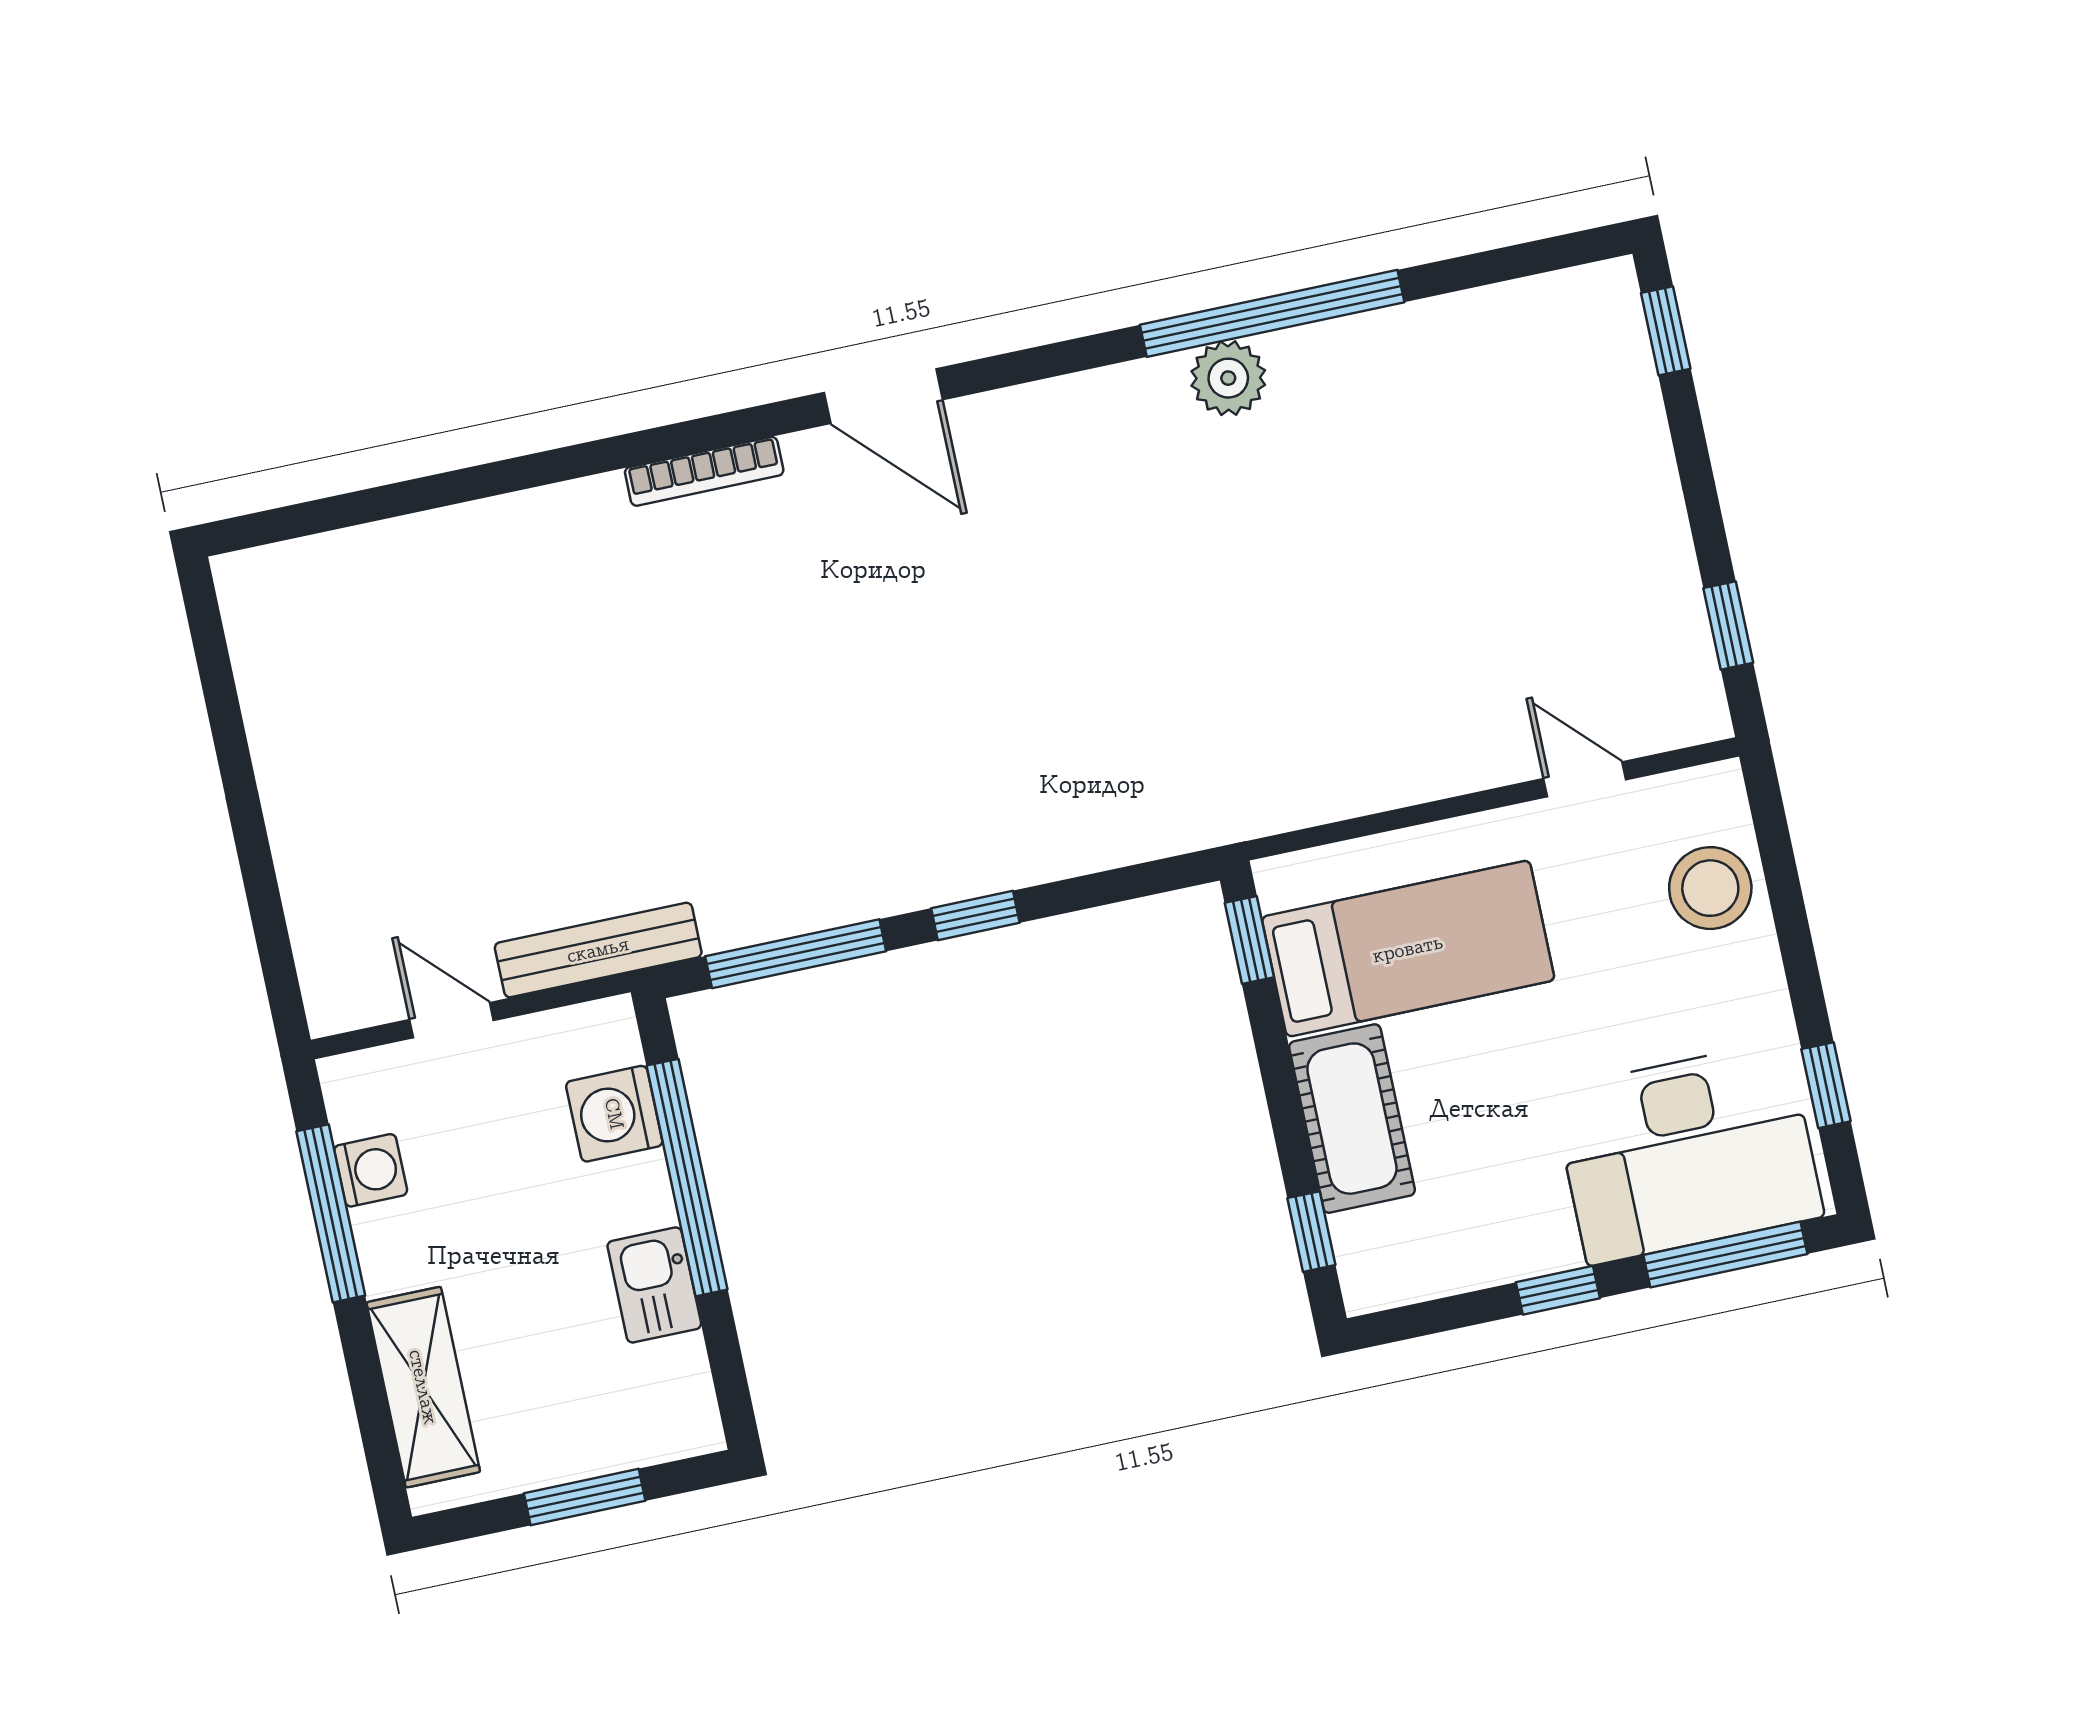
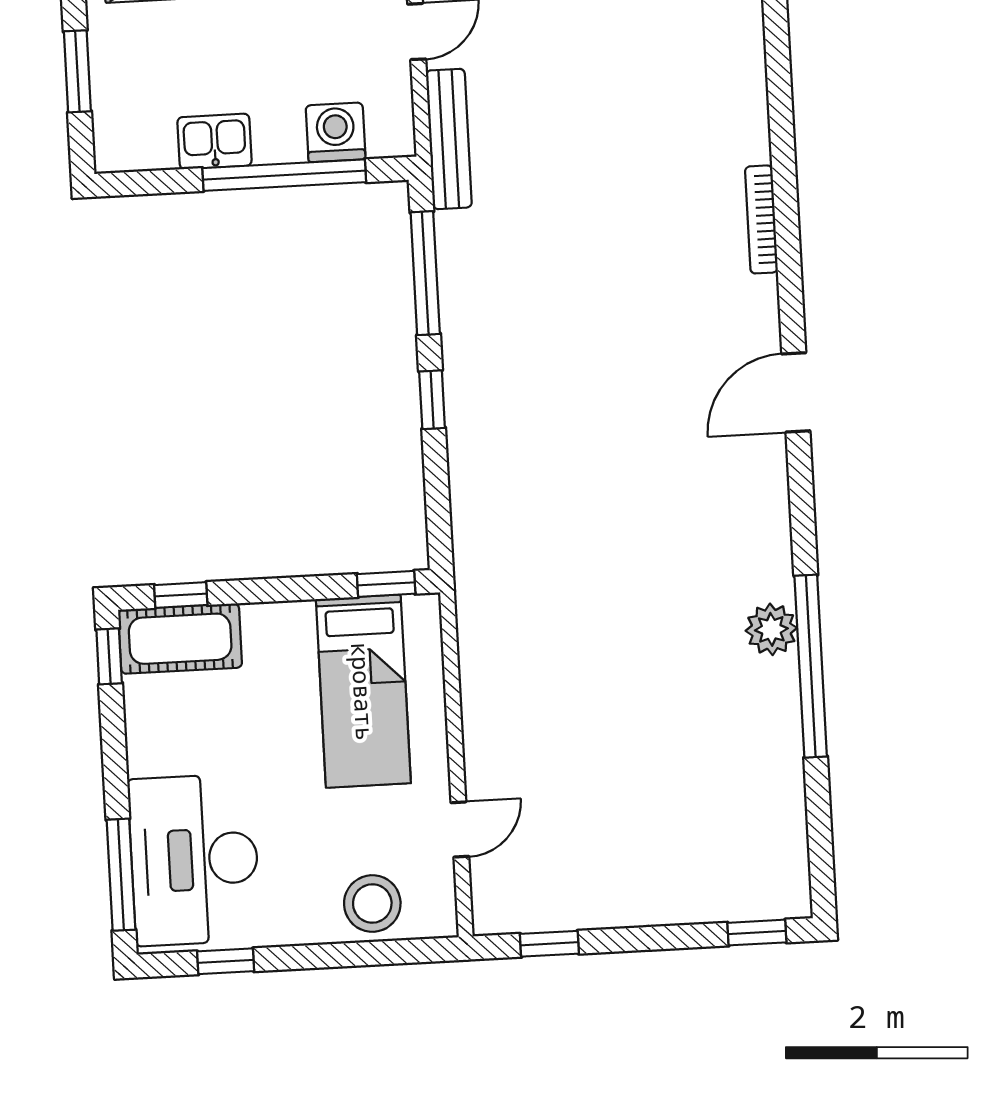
bookcase: (704, 471) -> (761, 219), moved
cot: (1352, 1119) -> (180, 639), moved
window: (1558, 1290) -> (109, 656), moved

